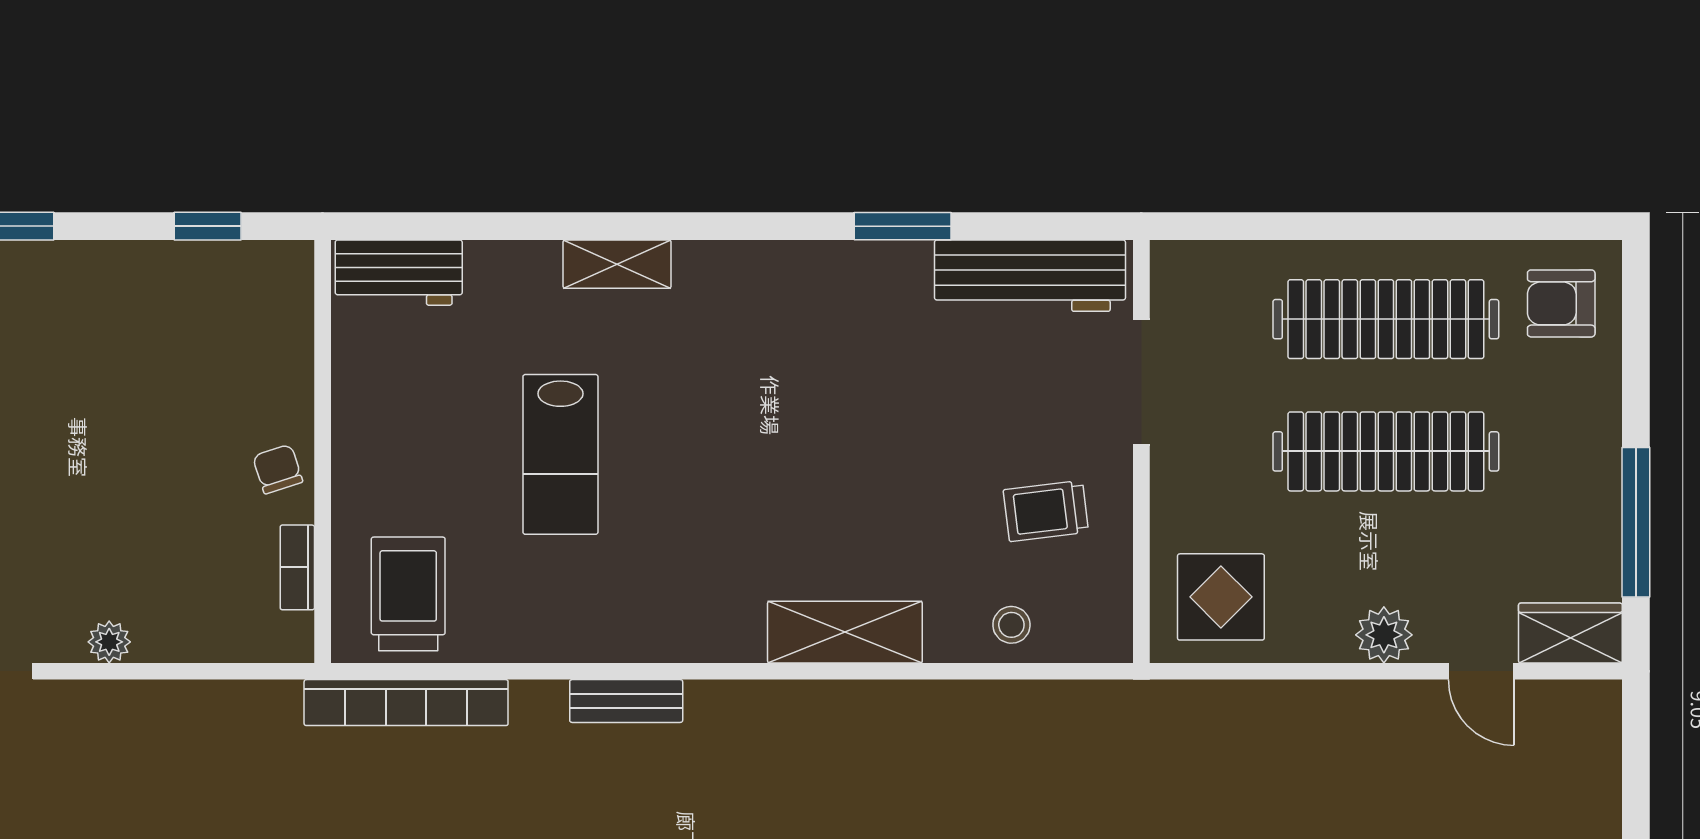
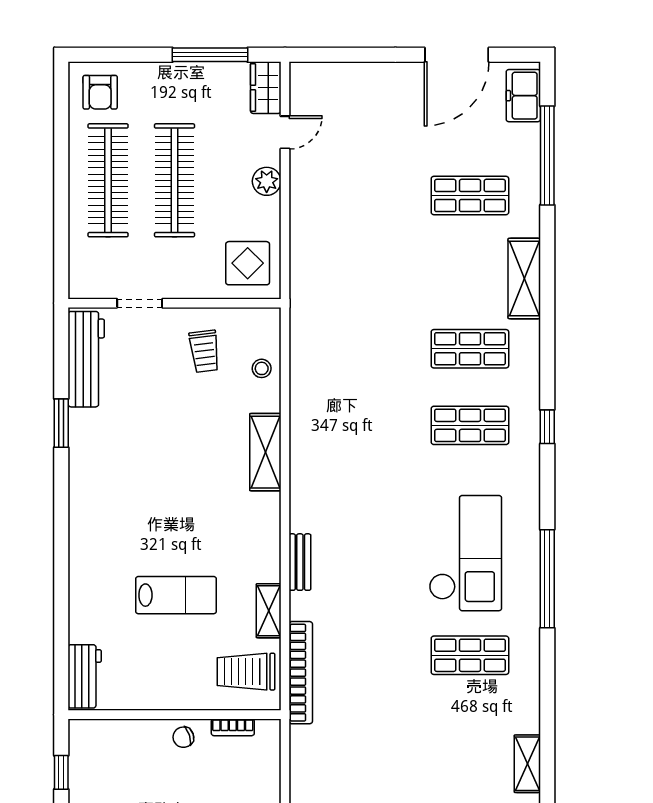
shelving: (617, 264) -> (269, 611), moved
doorway: (1141, 382) -> (140, 303), width x0.73

